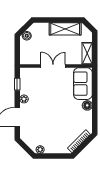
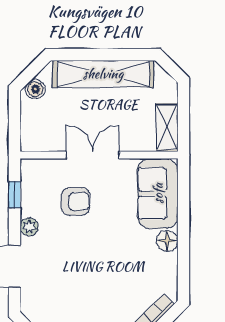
shelving: (65, 29) -> (103, 74), width x1.47
armchair: (45, 87) -> (76, 201), added

